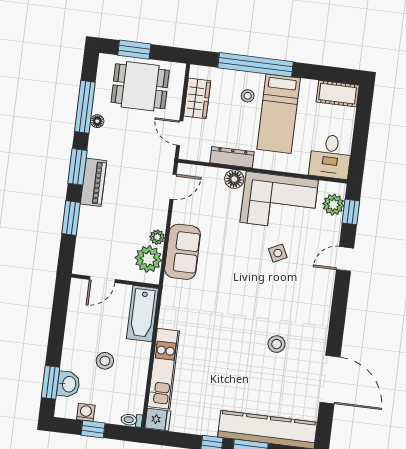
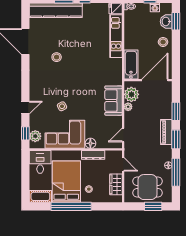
window: (256, 65) -> (71, 206), moved
bed: (279, 114) -> (66, 182), width x1.50
door: (102, 279) -> (155, 80), width x1.87
stool: (105, 361) -> (163, 42), moved

